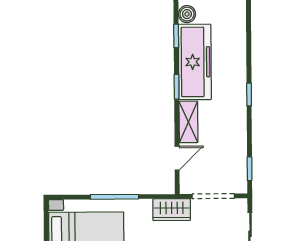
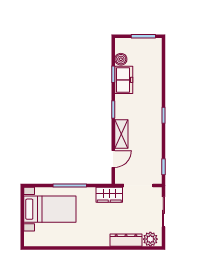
freezer: (195, 62) -> (124, 80), width x0.52, depth x0.79

